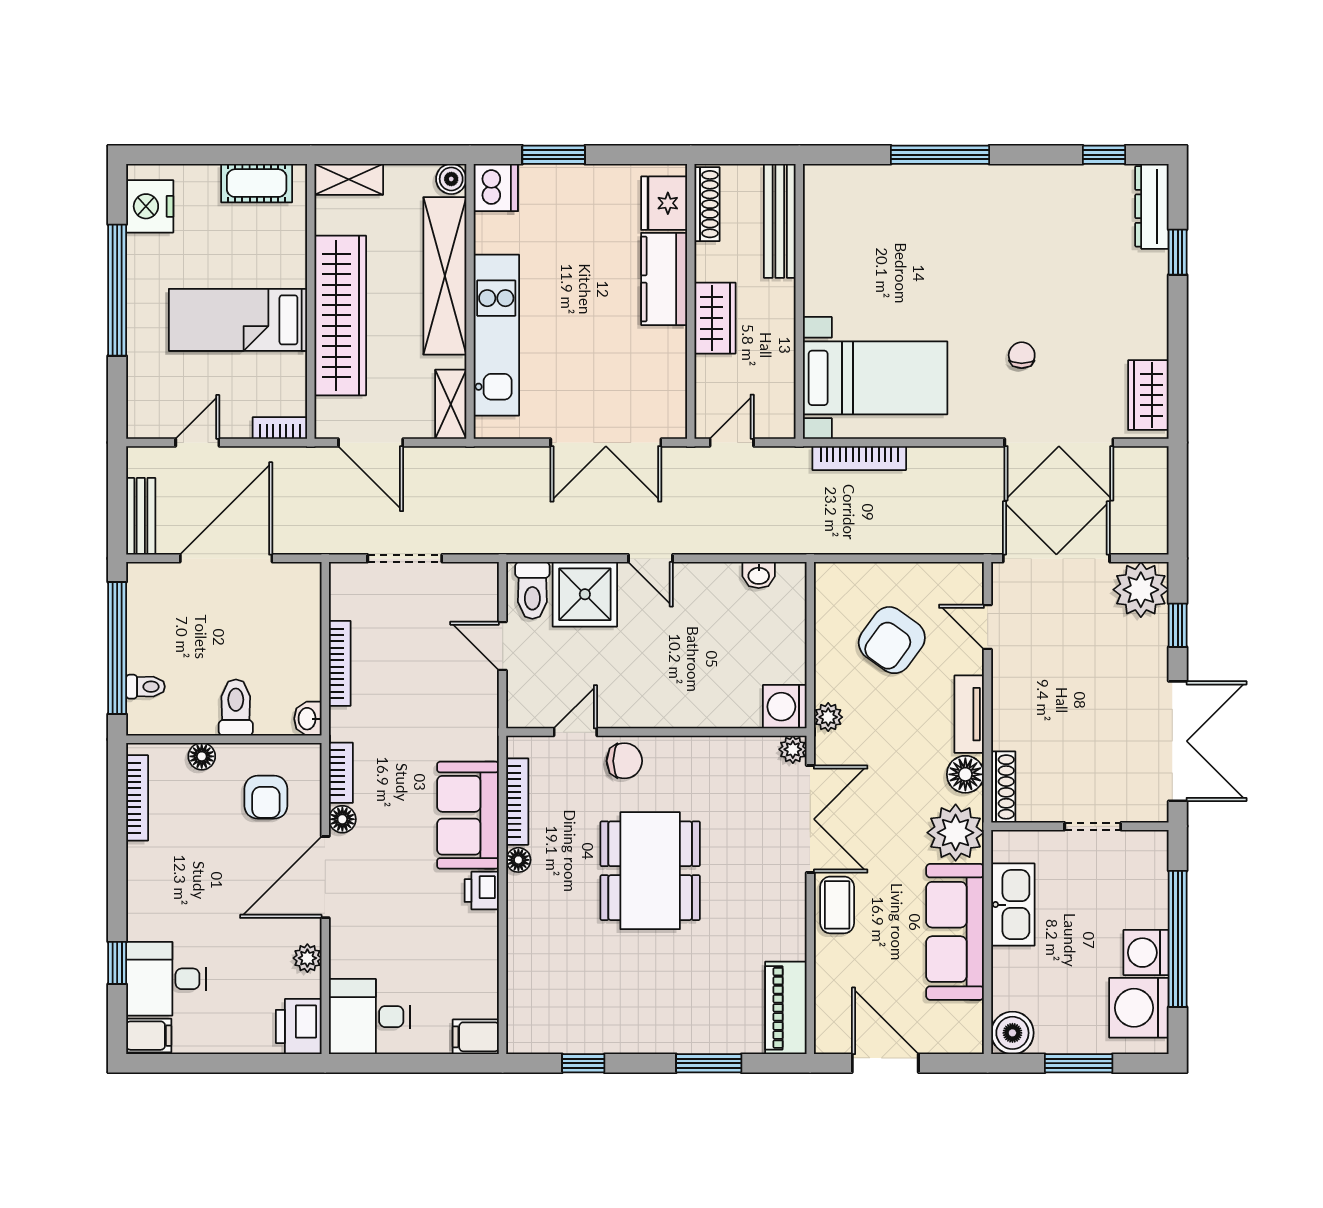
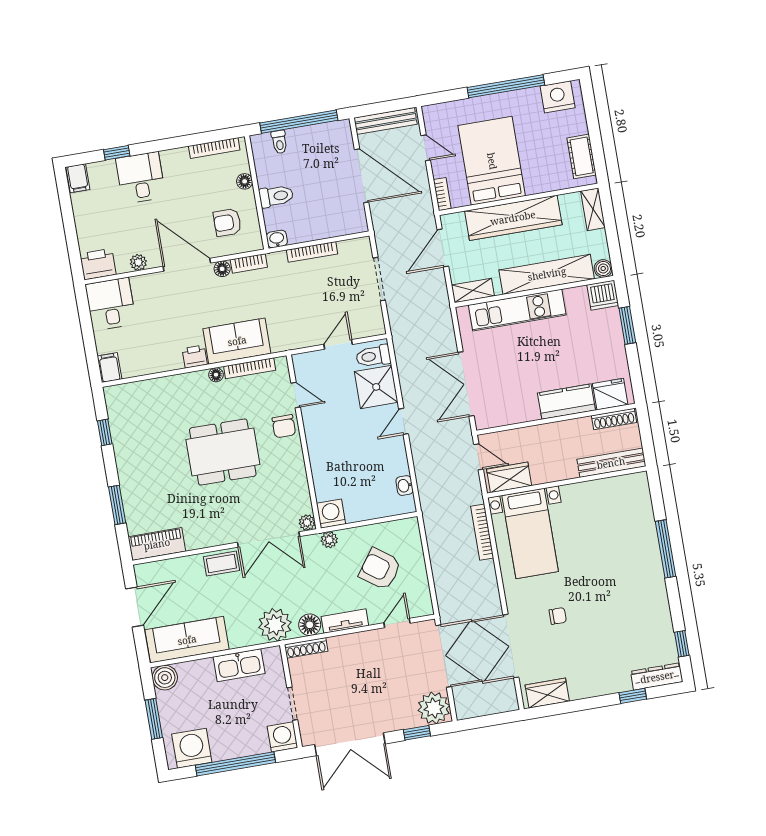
wardrobe: (715, 318) -> (509, 477), moved, turned 180
bed: (238, 320) -> (492, 161), width x1.50
bench: (141, 516) -> (385, 121), width x1.36
sofa: (955, 932) -> (187, 640), moved
washing machine: (1146, 953) -> (282, 737), moved
desk: (166, 979) -> (141, 178), moved

